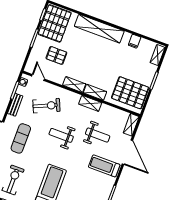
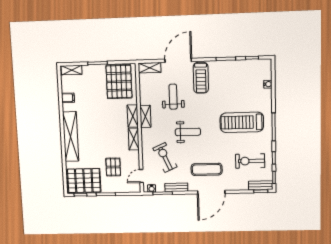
weight bench: (61, 135) -> (188, 132), turned -90

